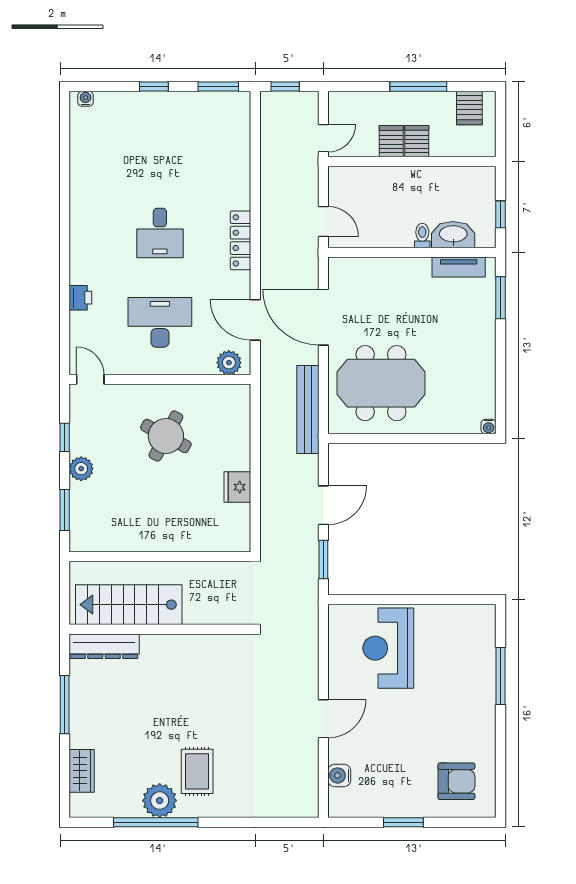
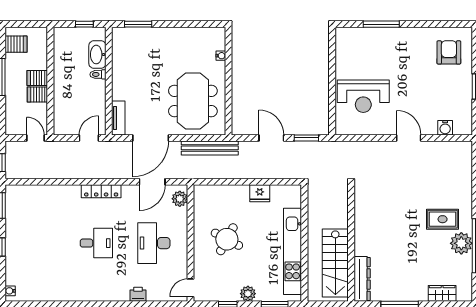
tv unit: (459, 267) -> (118, 118), moved
water cooler: (489, 427) -> (221, 56), moved
kitchen unit: (147, 538) -> (293, 251), added

